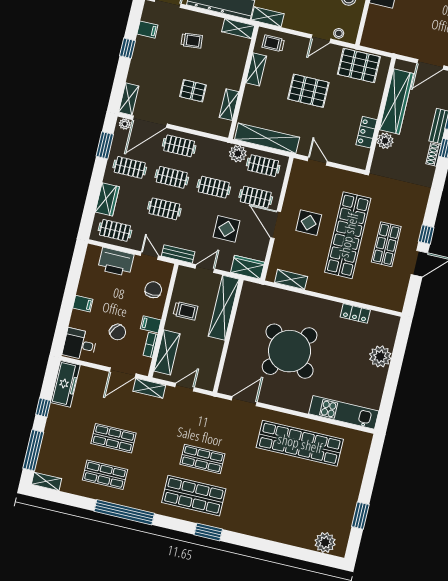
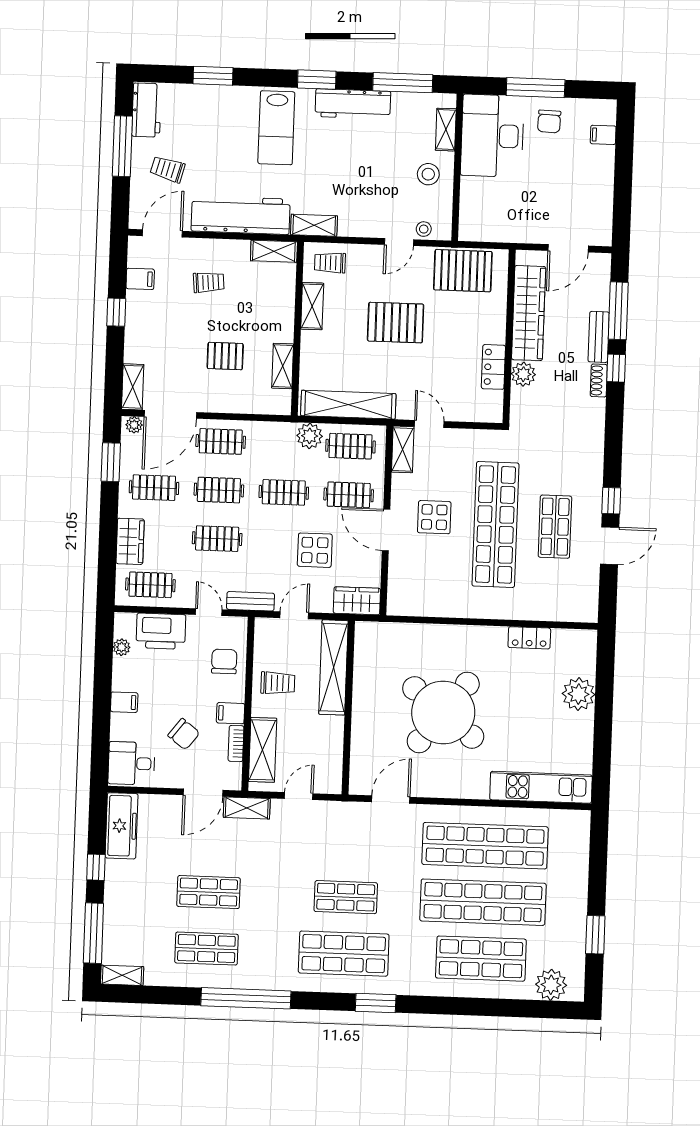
plant: (88, 267) -> (122, 647), added
shelving: (291, 279) -> (403, 449), moved, turned 90
shop shelf: (291, 480) -> (483, 902), added
shop shelf: (283, 516) -> (481, 959), added

